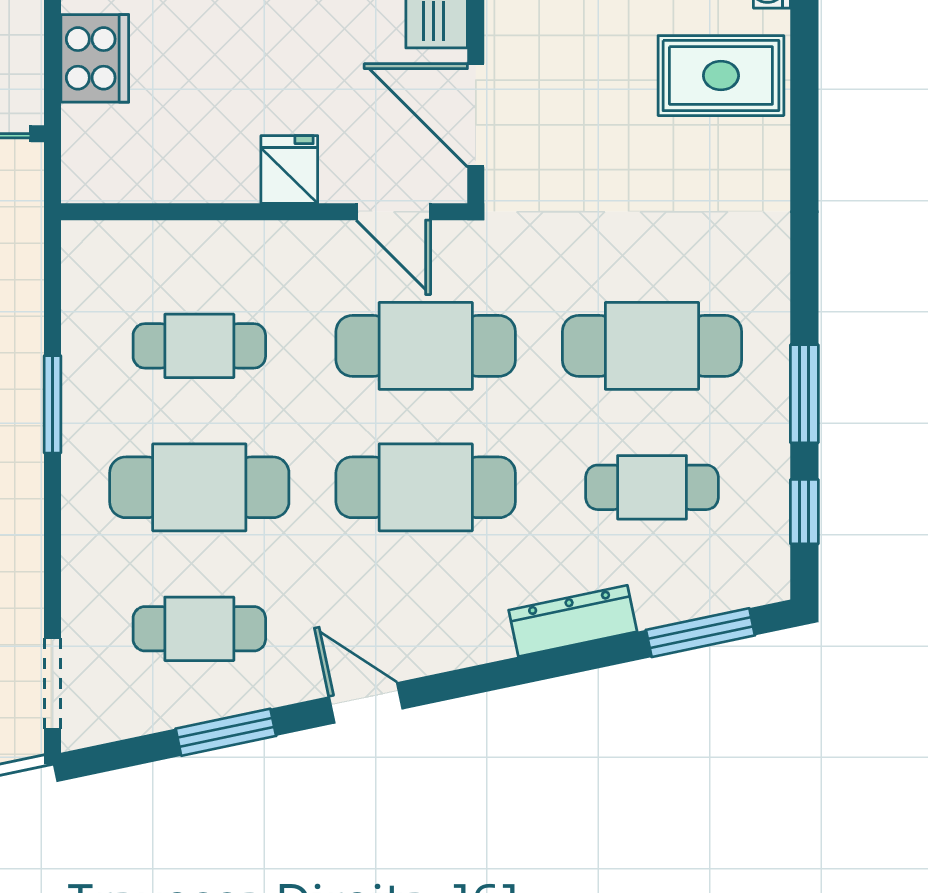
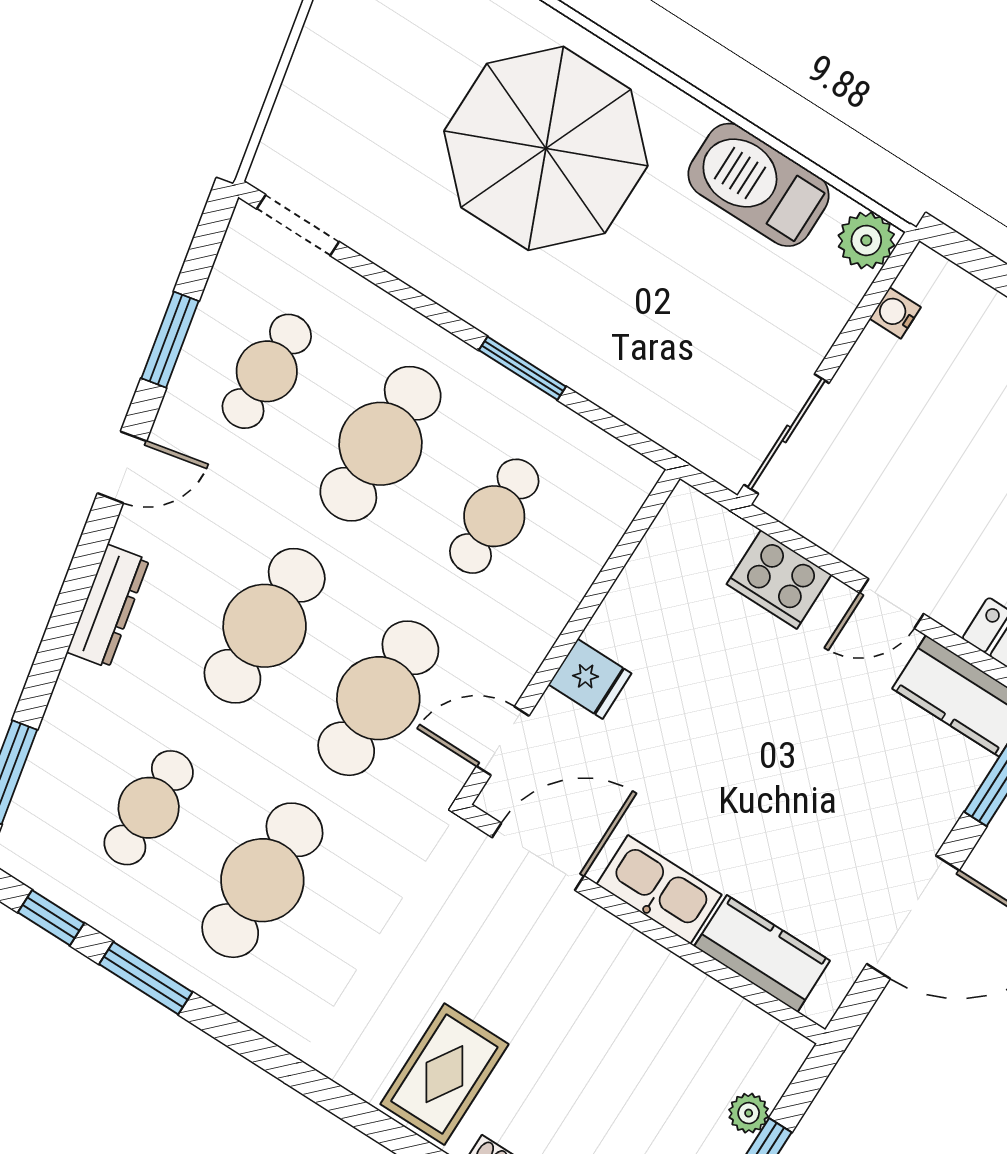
dresser: (573, 621) -> (108, 606), moved

